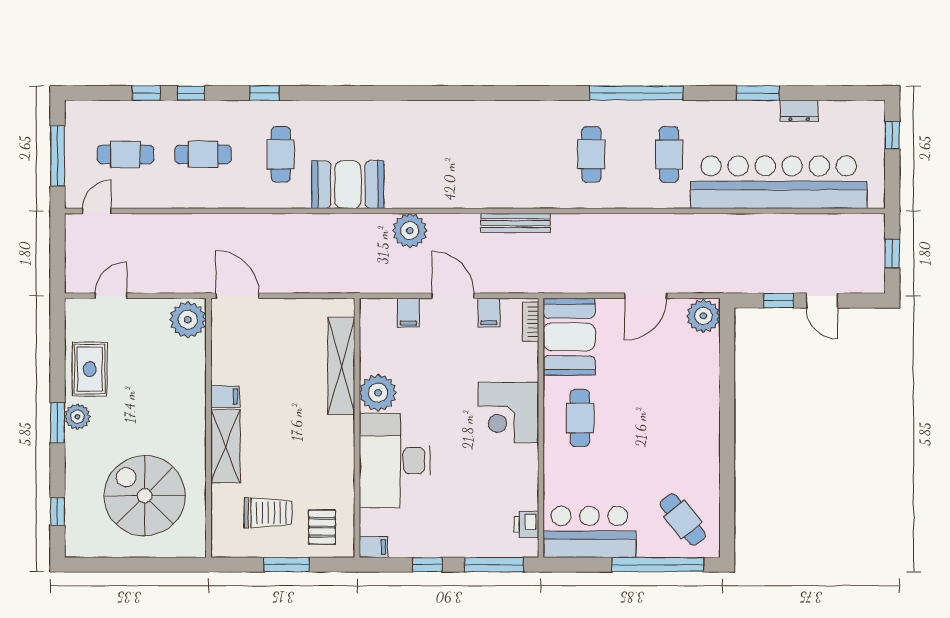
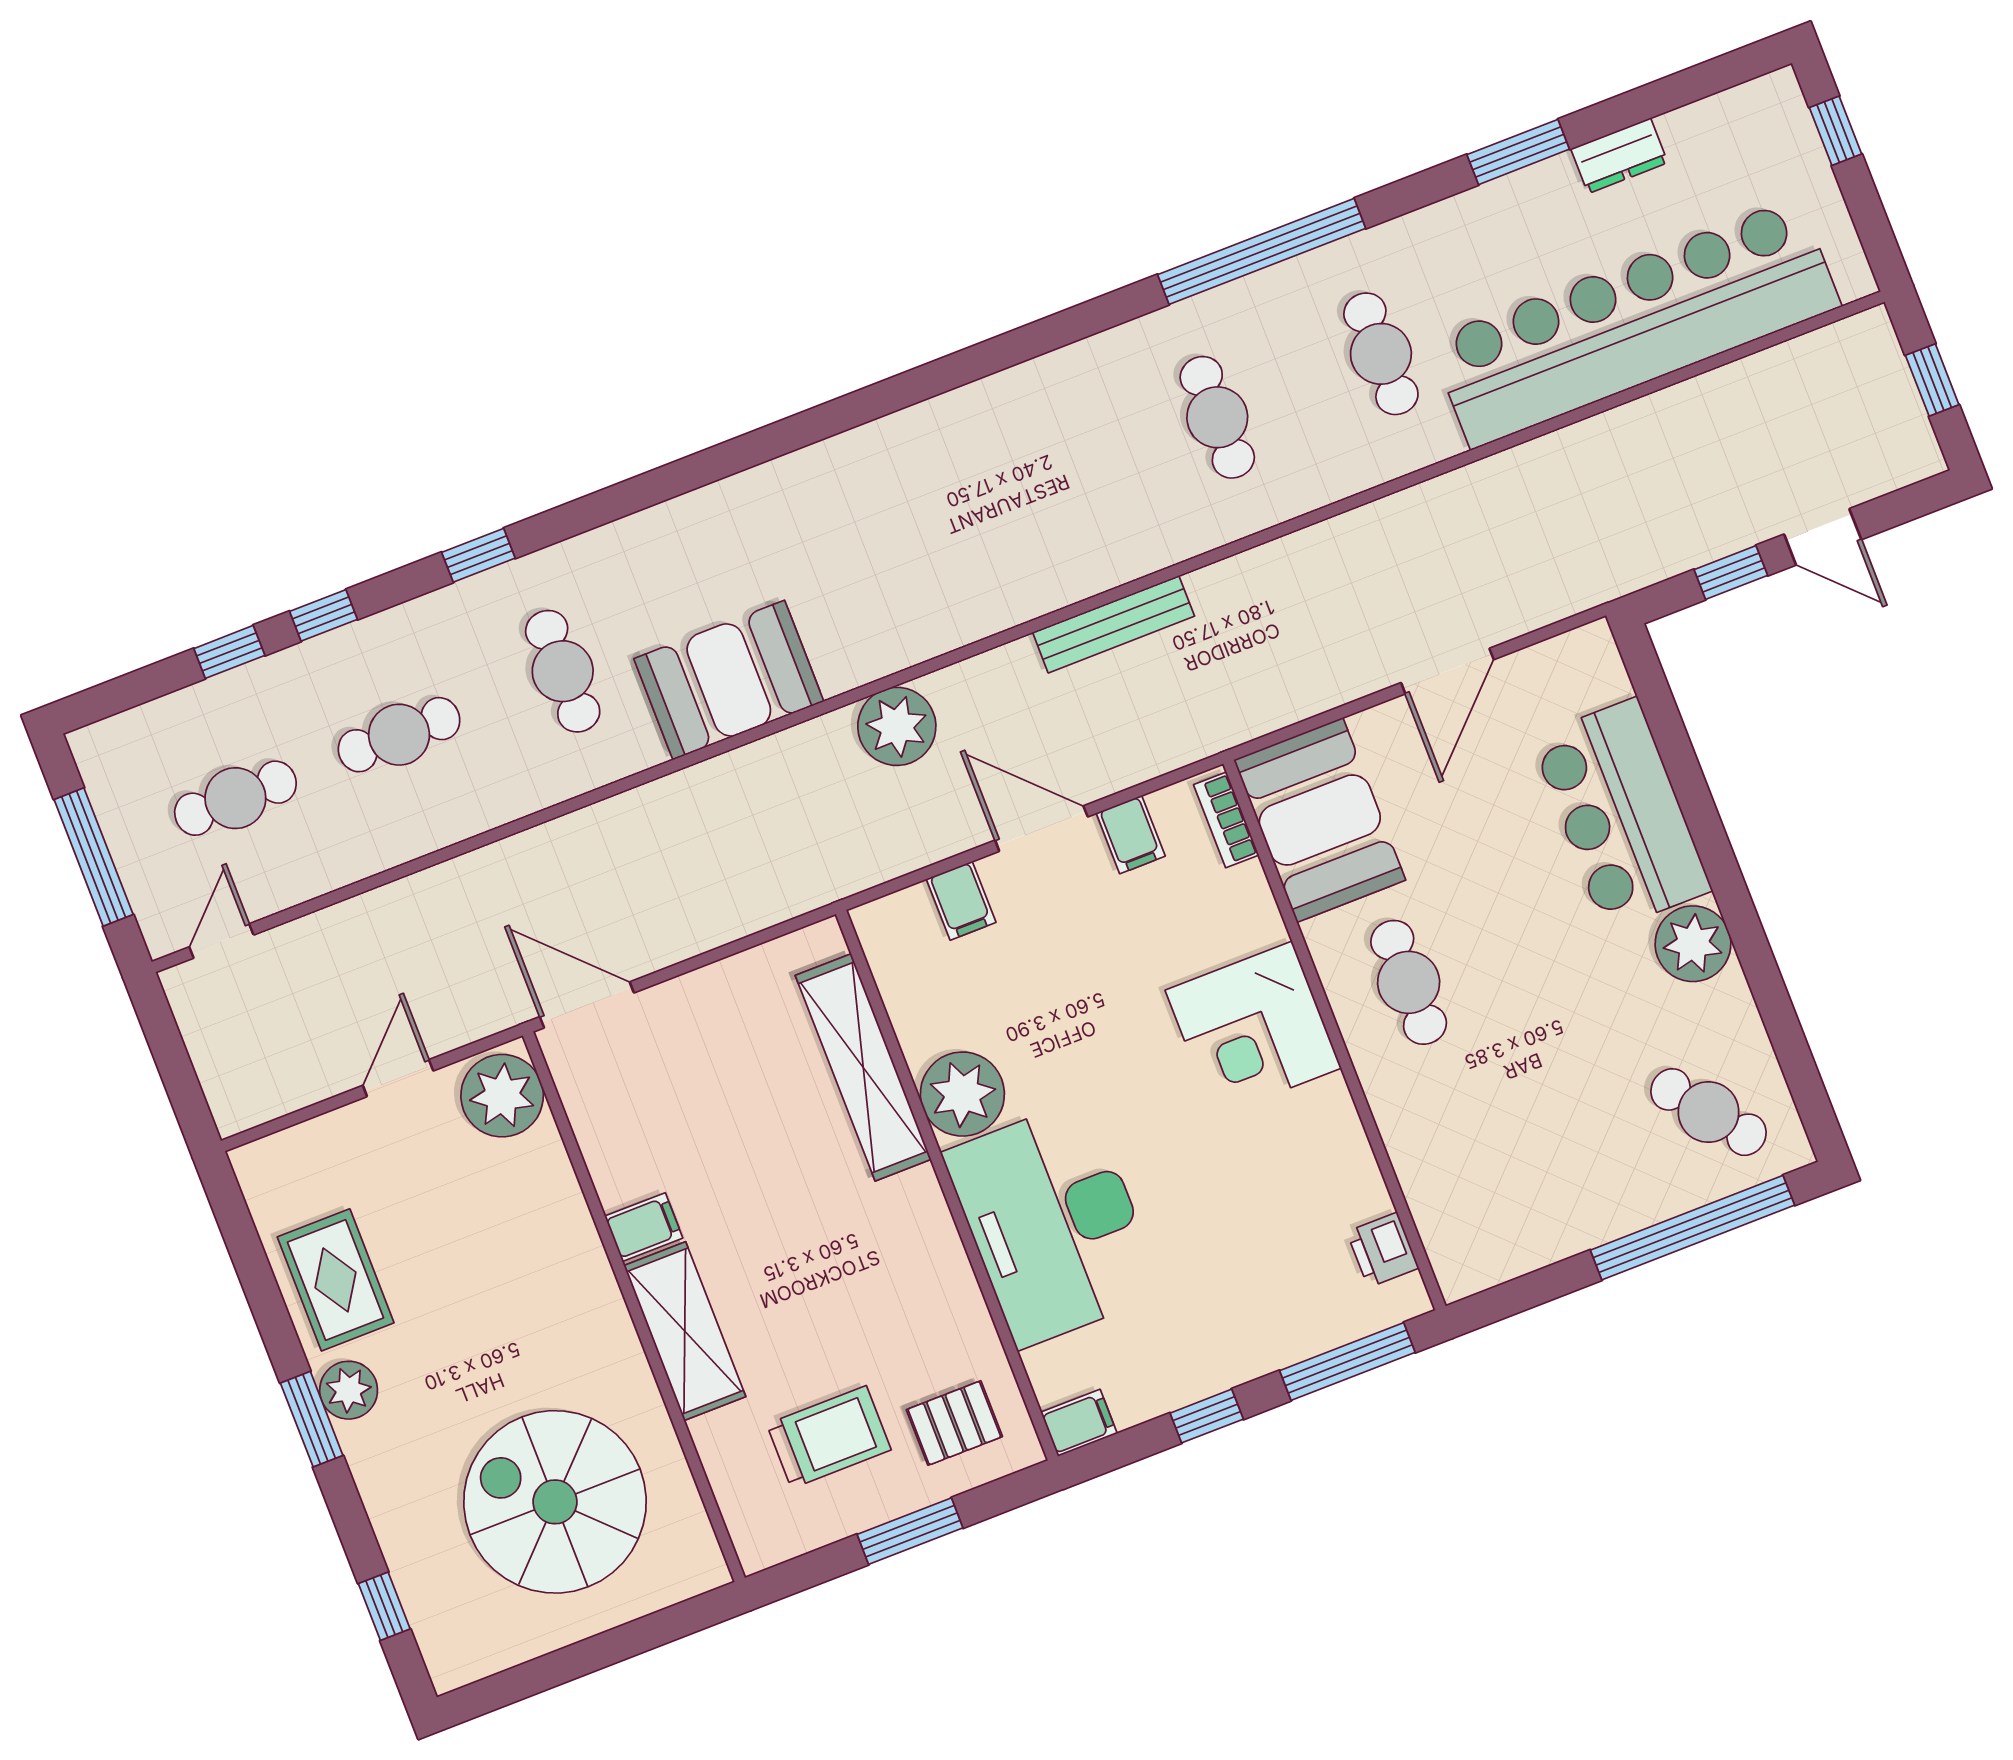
door: (111, 296) -> (398, 1078), moved
plant: (703, 316) -> (1693, 944), moved
pallet: (322, 527) -> (954, 1423), turned 90
bar counter: (589, 532) -> (1621, 814), moved, turned -90

